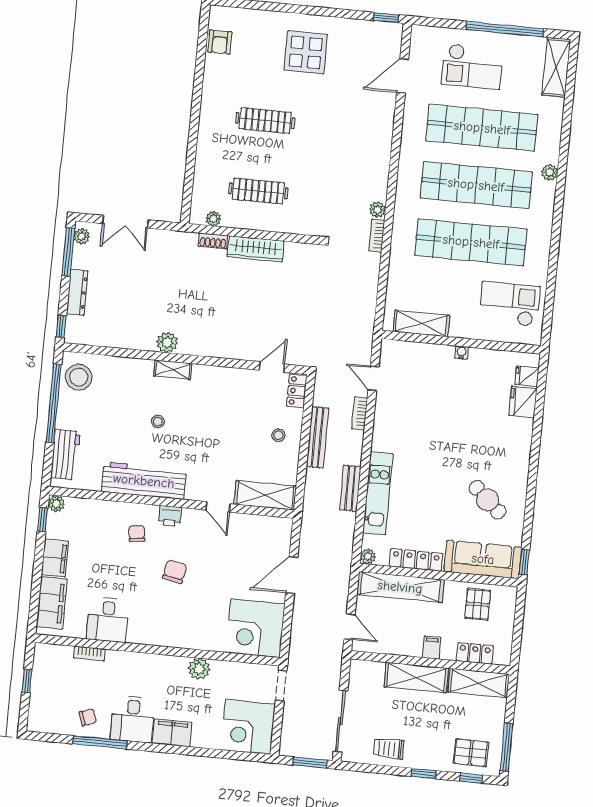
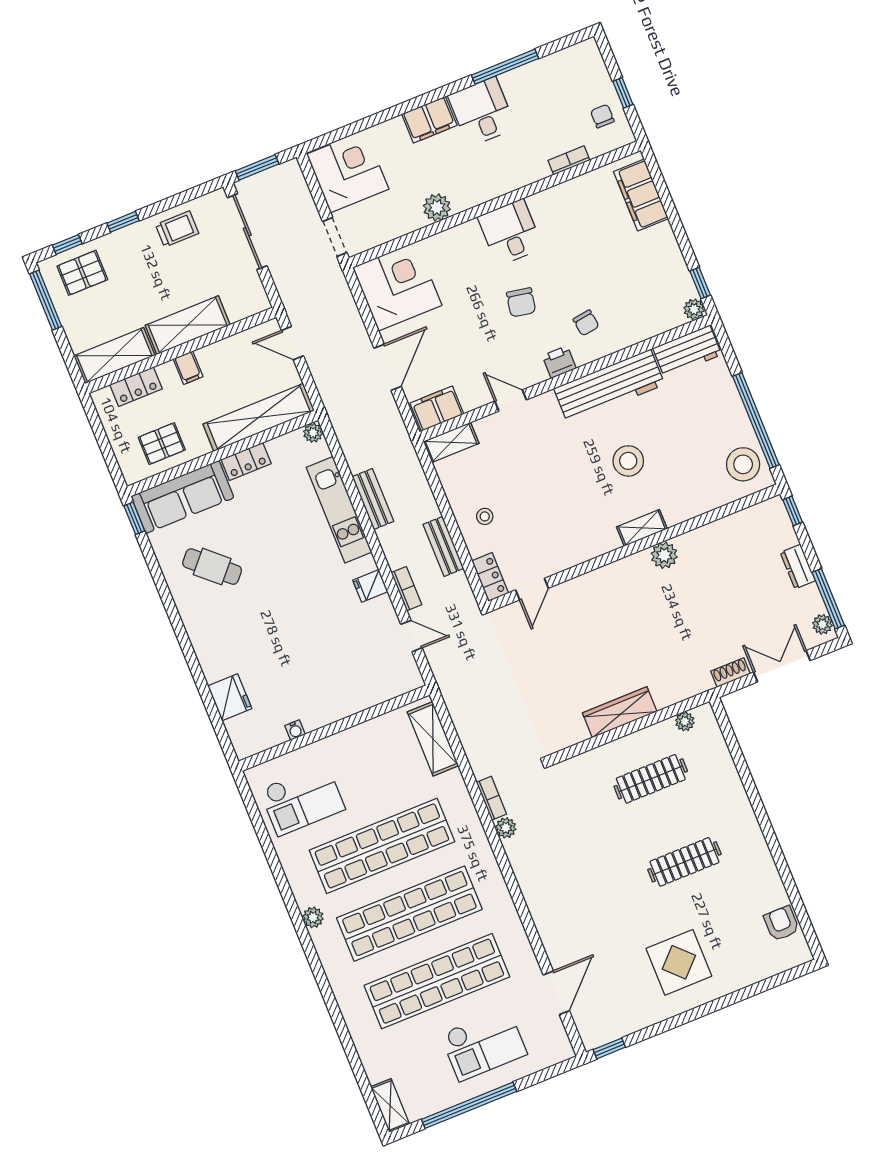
checkout: (472, 66) -> (484, 1044), turned 180
shelving: (556, 67) -> (390, 1106), width x0.67, depth x0.75
plant: (550, 172) -> (313, 917), moved
shoe rack: (213, 241) -> (730, 672), moved
dresser: (77, 292) -> (798, 567), width x0.70
shelving: (421, 323) -> (433, 739), moved, turned 90
water cooler: (461, 352) -> (295, 730), moved
fridge: (527, 376) -> (370, 586), moved, turned 180
stool: (158, 422) -> (628, 461), width x1.89, depth x1.89
bench: (318, 437) -> (443, 546), width x0.73
workbench: (65, 455) -> (687, 351), moved, turned -90
shelving: (265, 495) -> (451, 442), width x0.67, depth x0.75
filing cabinet: (55, 558) -> (437, 409), moved, turned 90
locker: (416, 560) -> (246, 462), width x0.66
pallet: (478, 604) -> (162, 444), turned 90
desk: (108, 620) -> (510, 232), moved
chair: (88, 717) -> (602, 116), moved, turned 108

